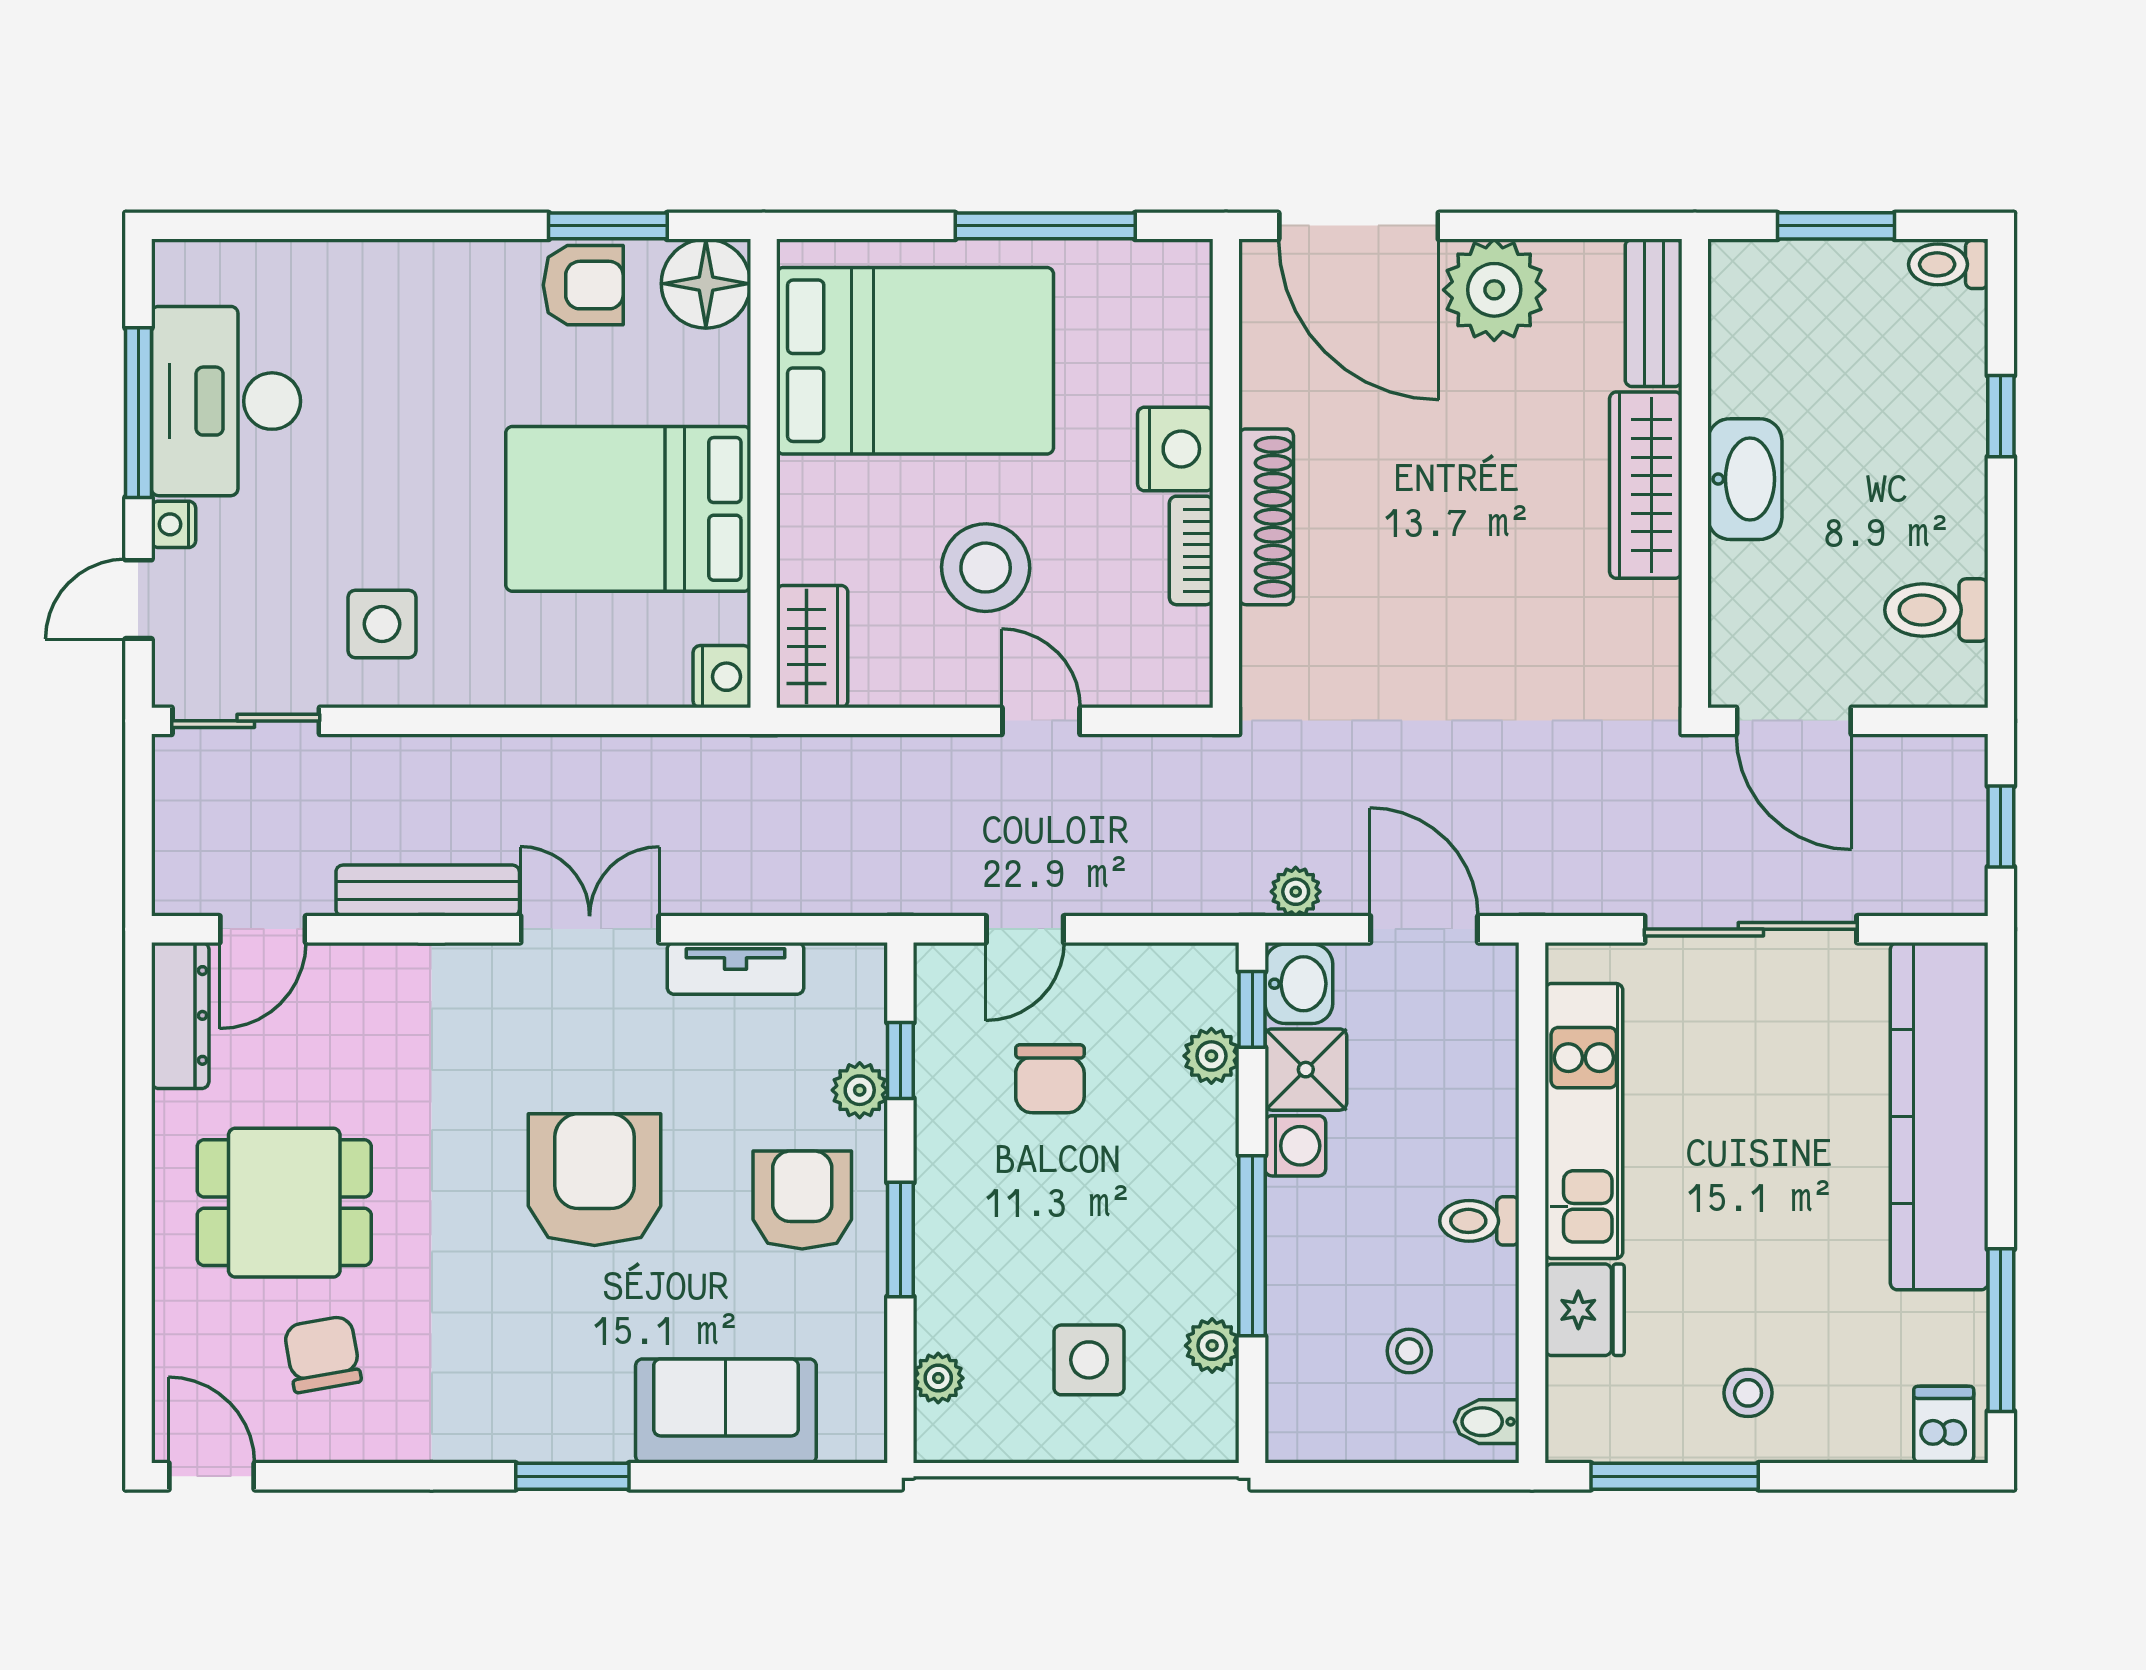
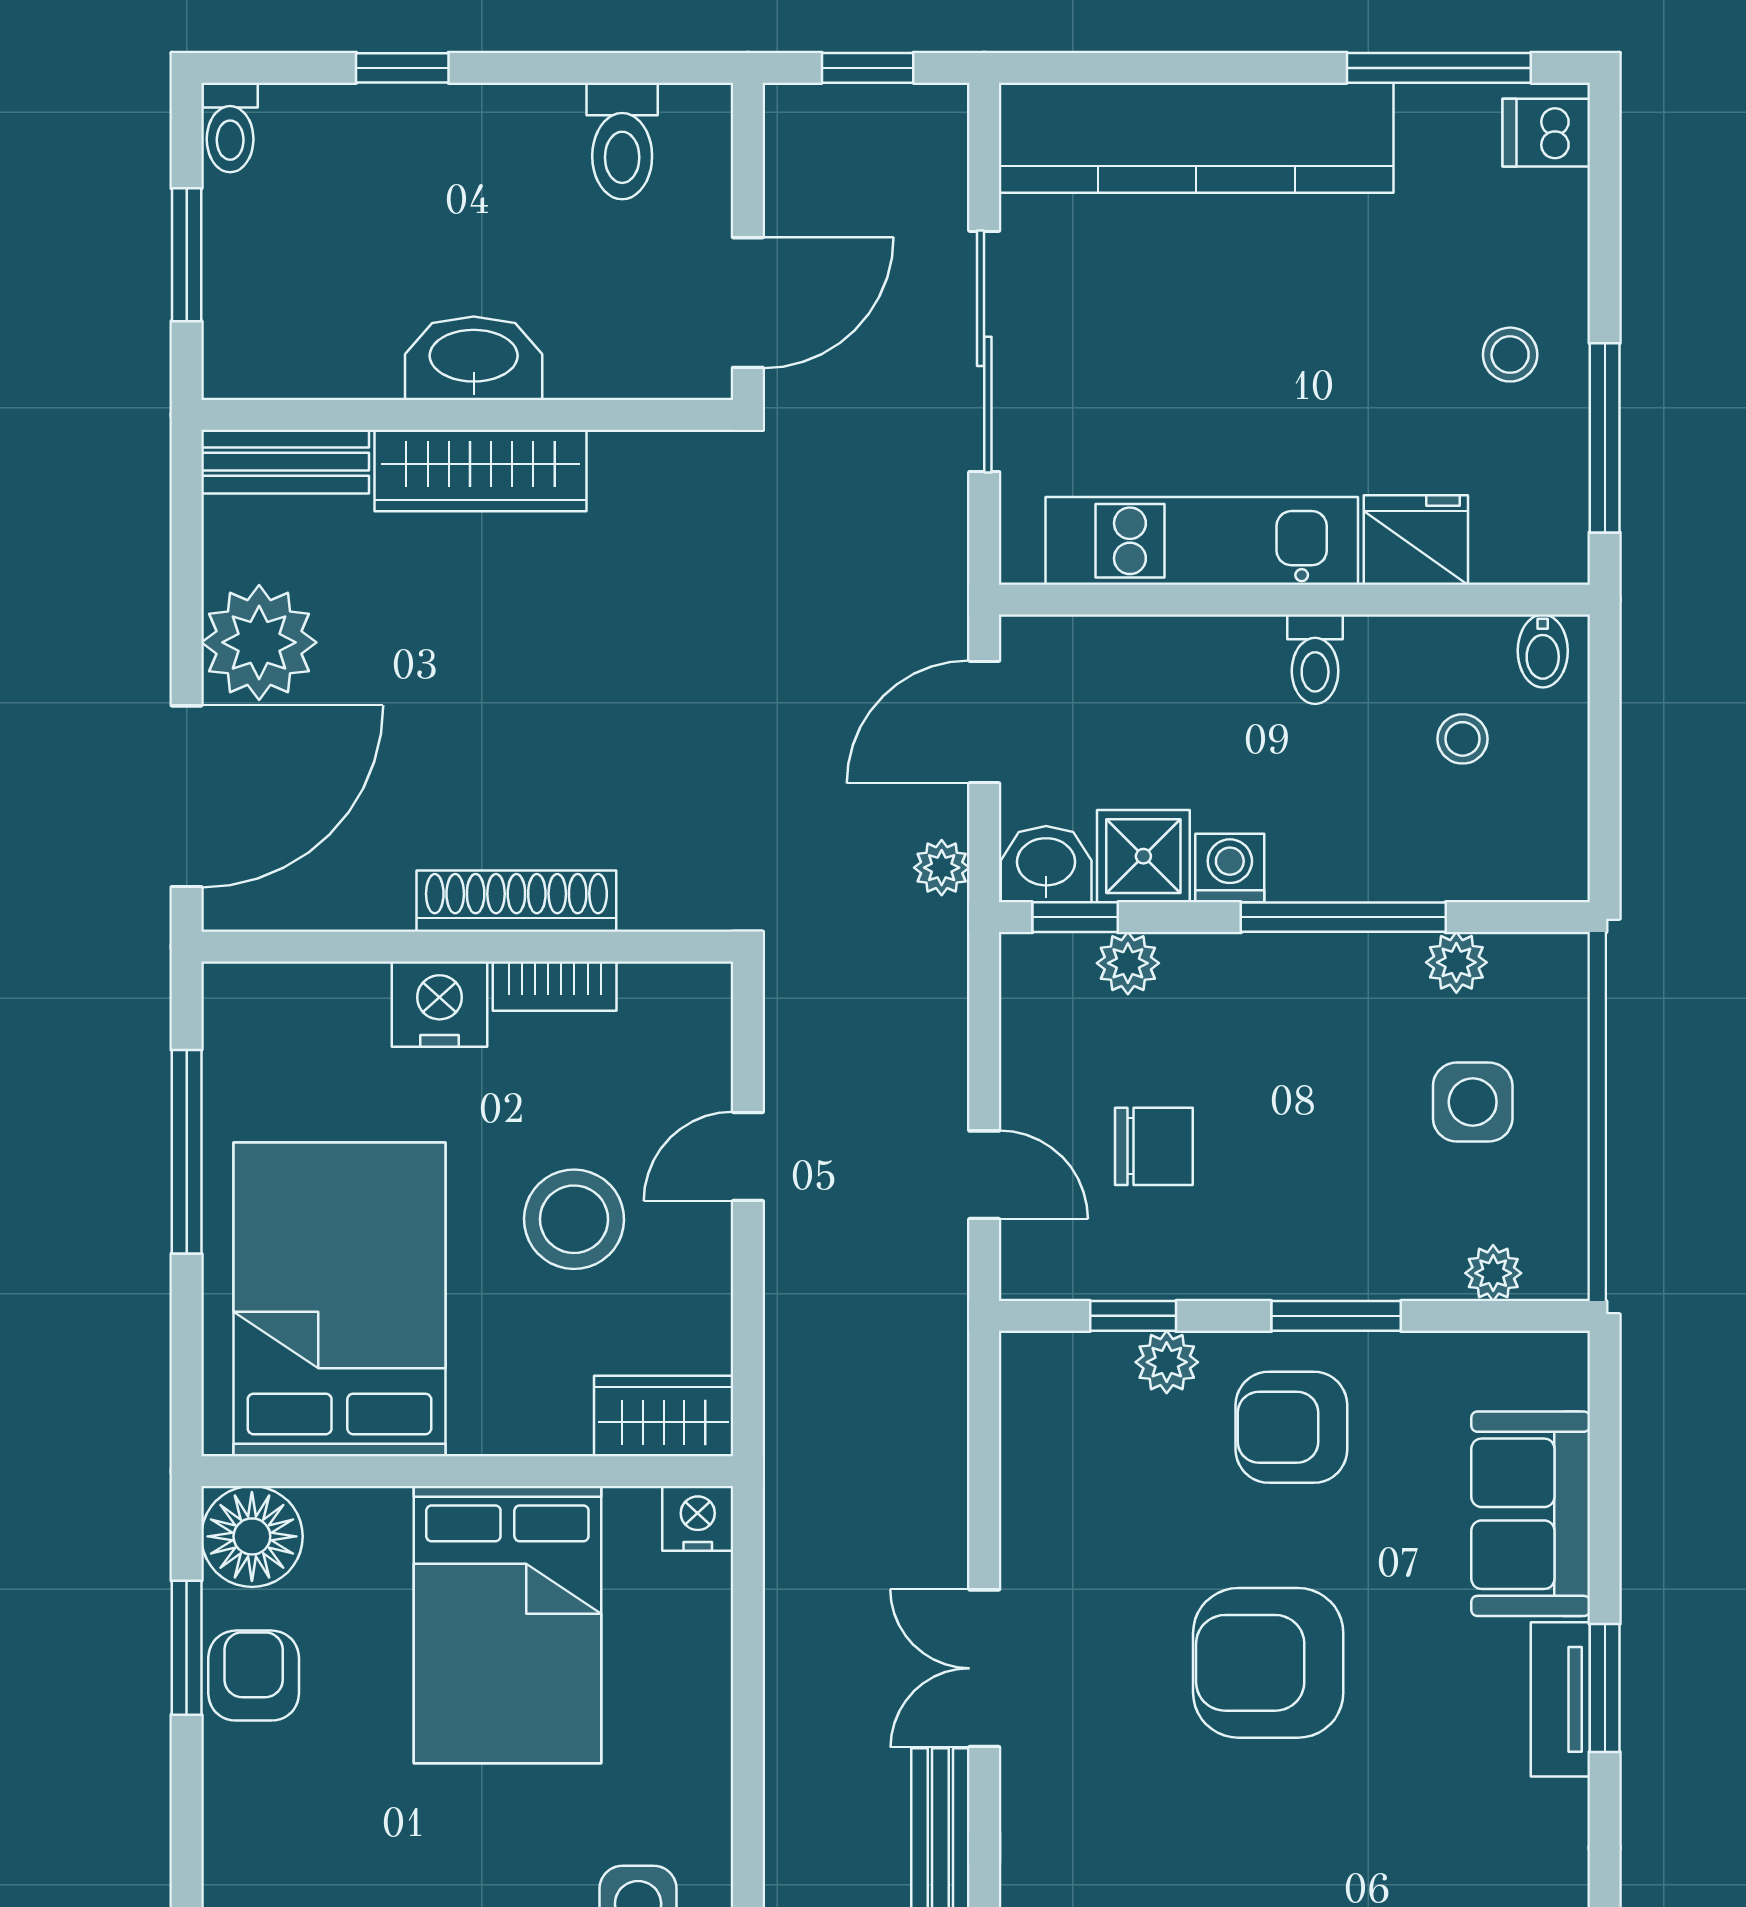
tv unit: (736, 968) -> (1560, 1699), moved, turned 180

